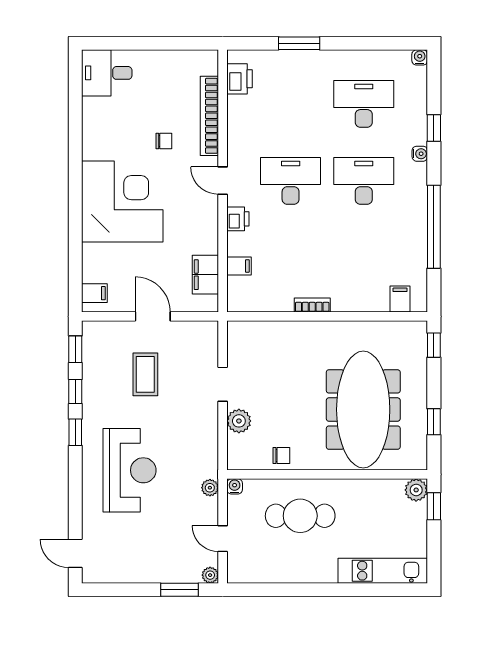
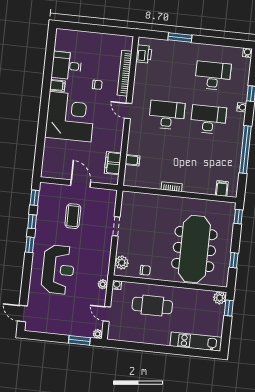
desk: (107, 73) -> (67, 66), moved
printer: (238, 219) -> (135, 133), removed
filing cabinet: (94, 293) -> (57, 86), moved
plant: (239, 421) -> (122, 263), moved

